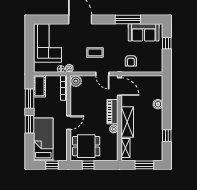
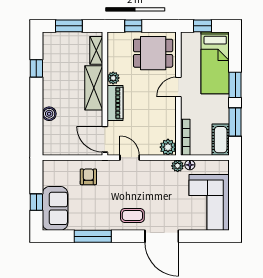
sofa: (144, 32) -> (55, 208), moved, turned 90
coffee table: (95, 52) -> (132, 215), moved
window: (88, 165) -> (133, 26), moved

